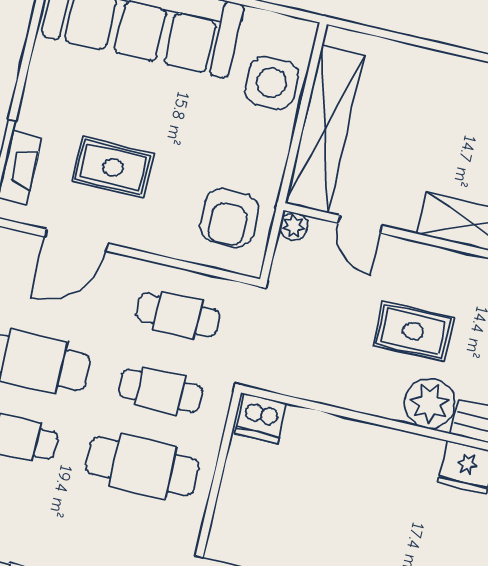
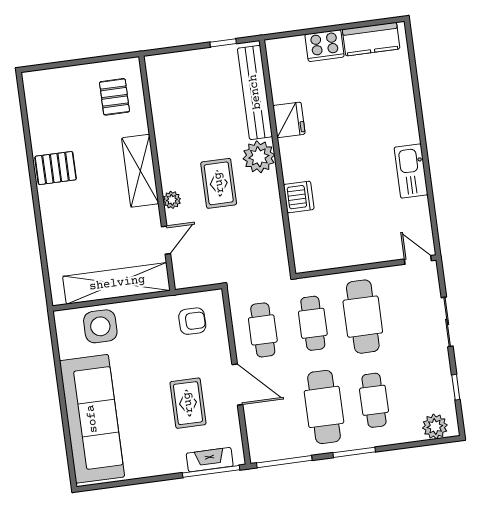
armchair: (229, 218) -> (192, 321), width x0.72, depth x0.72
plant: (294, 226) -> (172, 200), moved
door: (76, 240) -> (237, 384), moved
dishwasher: (260, 418) -> (299, 197), moved

